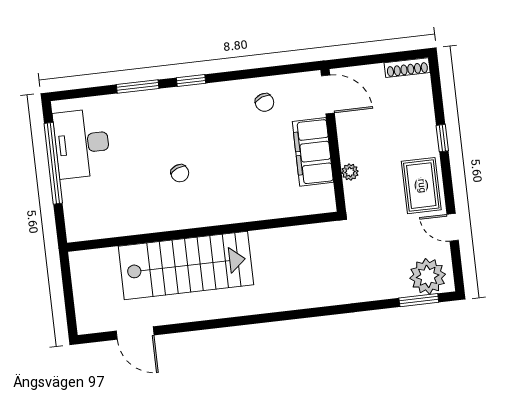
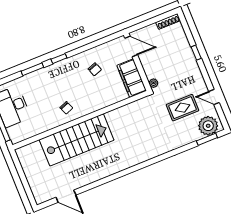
chair: (265, 102) -> (95, 69), moved
rug: (421, 186) -> (182, 108), moved, turned 90
wall: (202, 232) -> (80, 120), moved
stairs: (186, 265) -> (77, 140), moved

